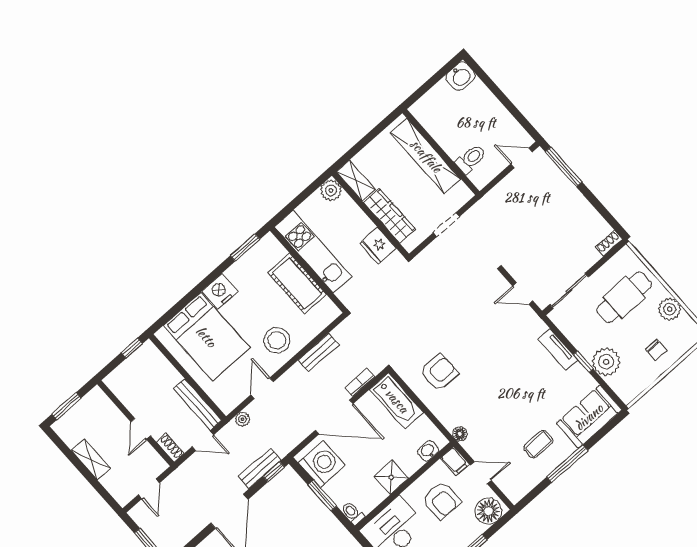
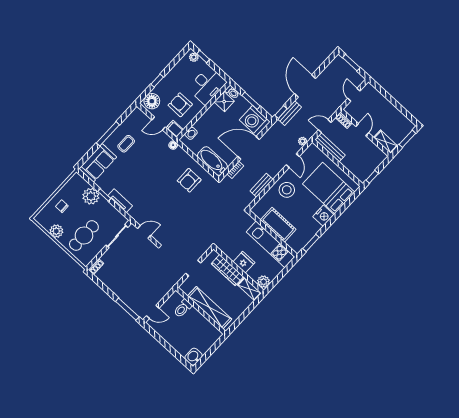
fridge: (378, 246) -> (244, 262), moved
shelving: (91, 460) -> (386, 142), moved
shower: (391, 477) -> (224, 102), moved

